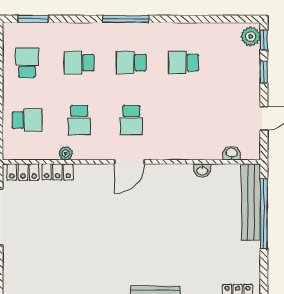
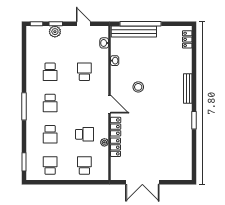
plant: (251, 37) -> (55, 32), moved
school desk: (27, 63) -> (50, 166), turned 90
school desk: (131, 120) -> (84, 72), moved, turned -90
locker: (23, 172) -> (116, 127), moved
stool: (158, 210) -> (138, 87), added

